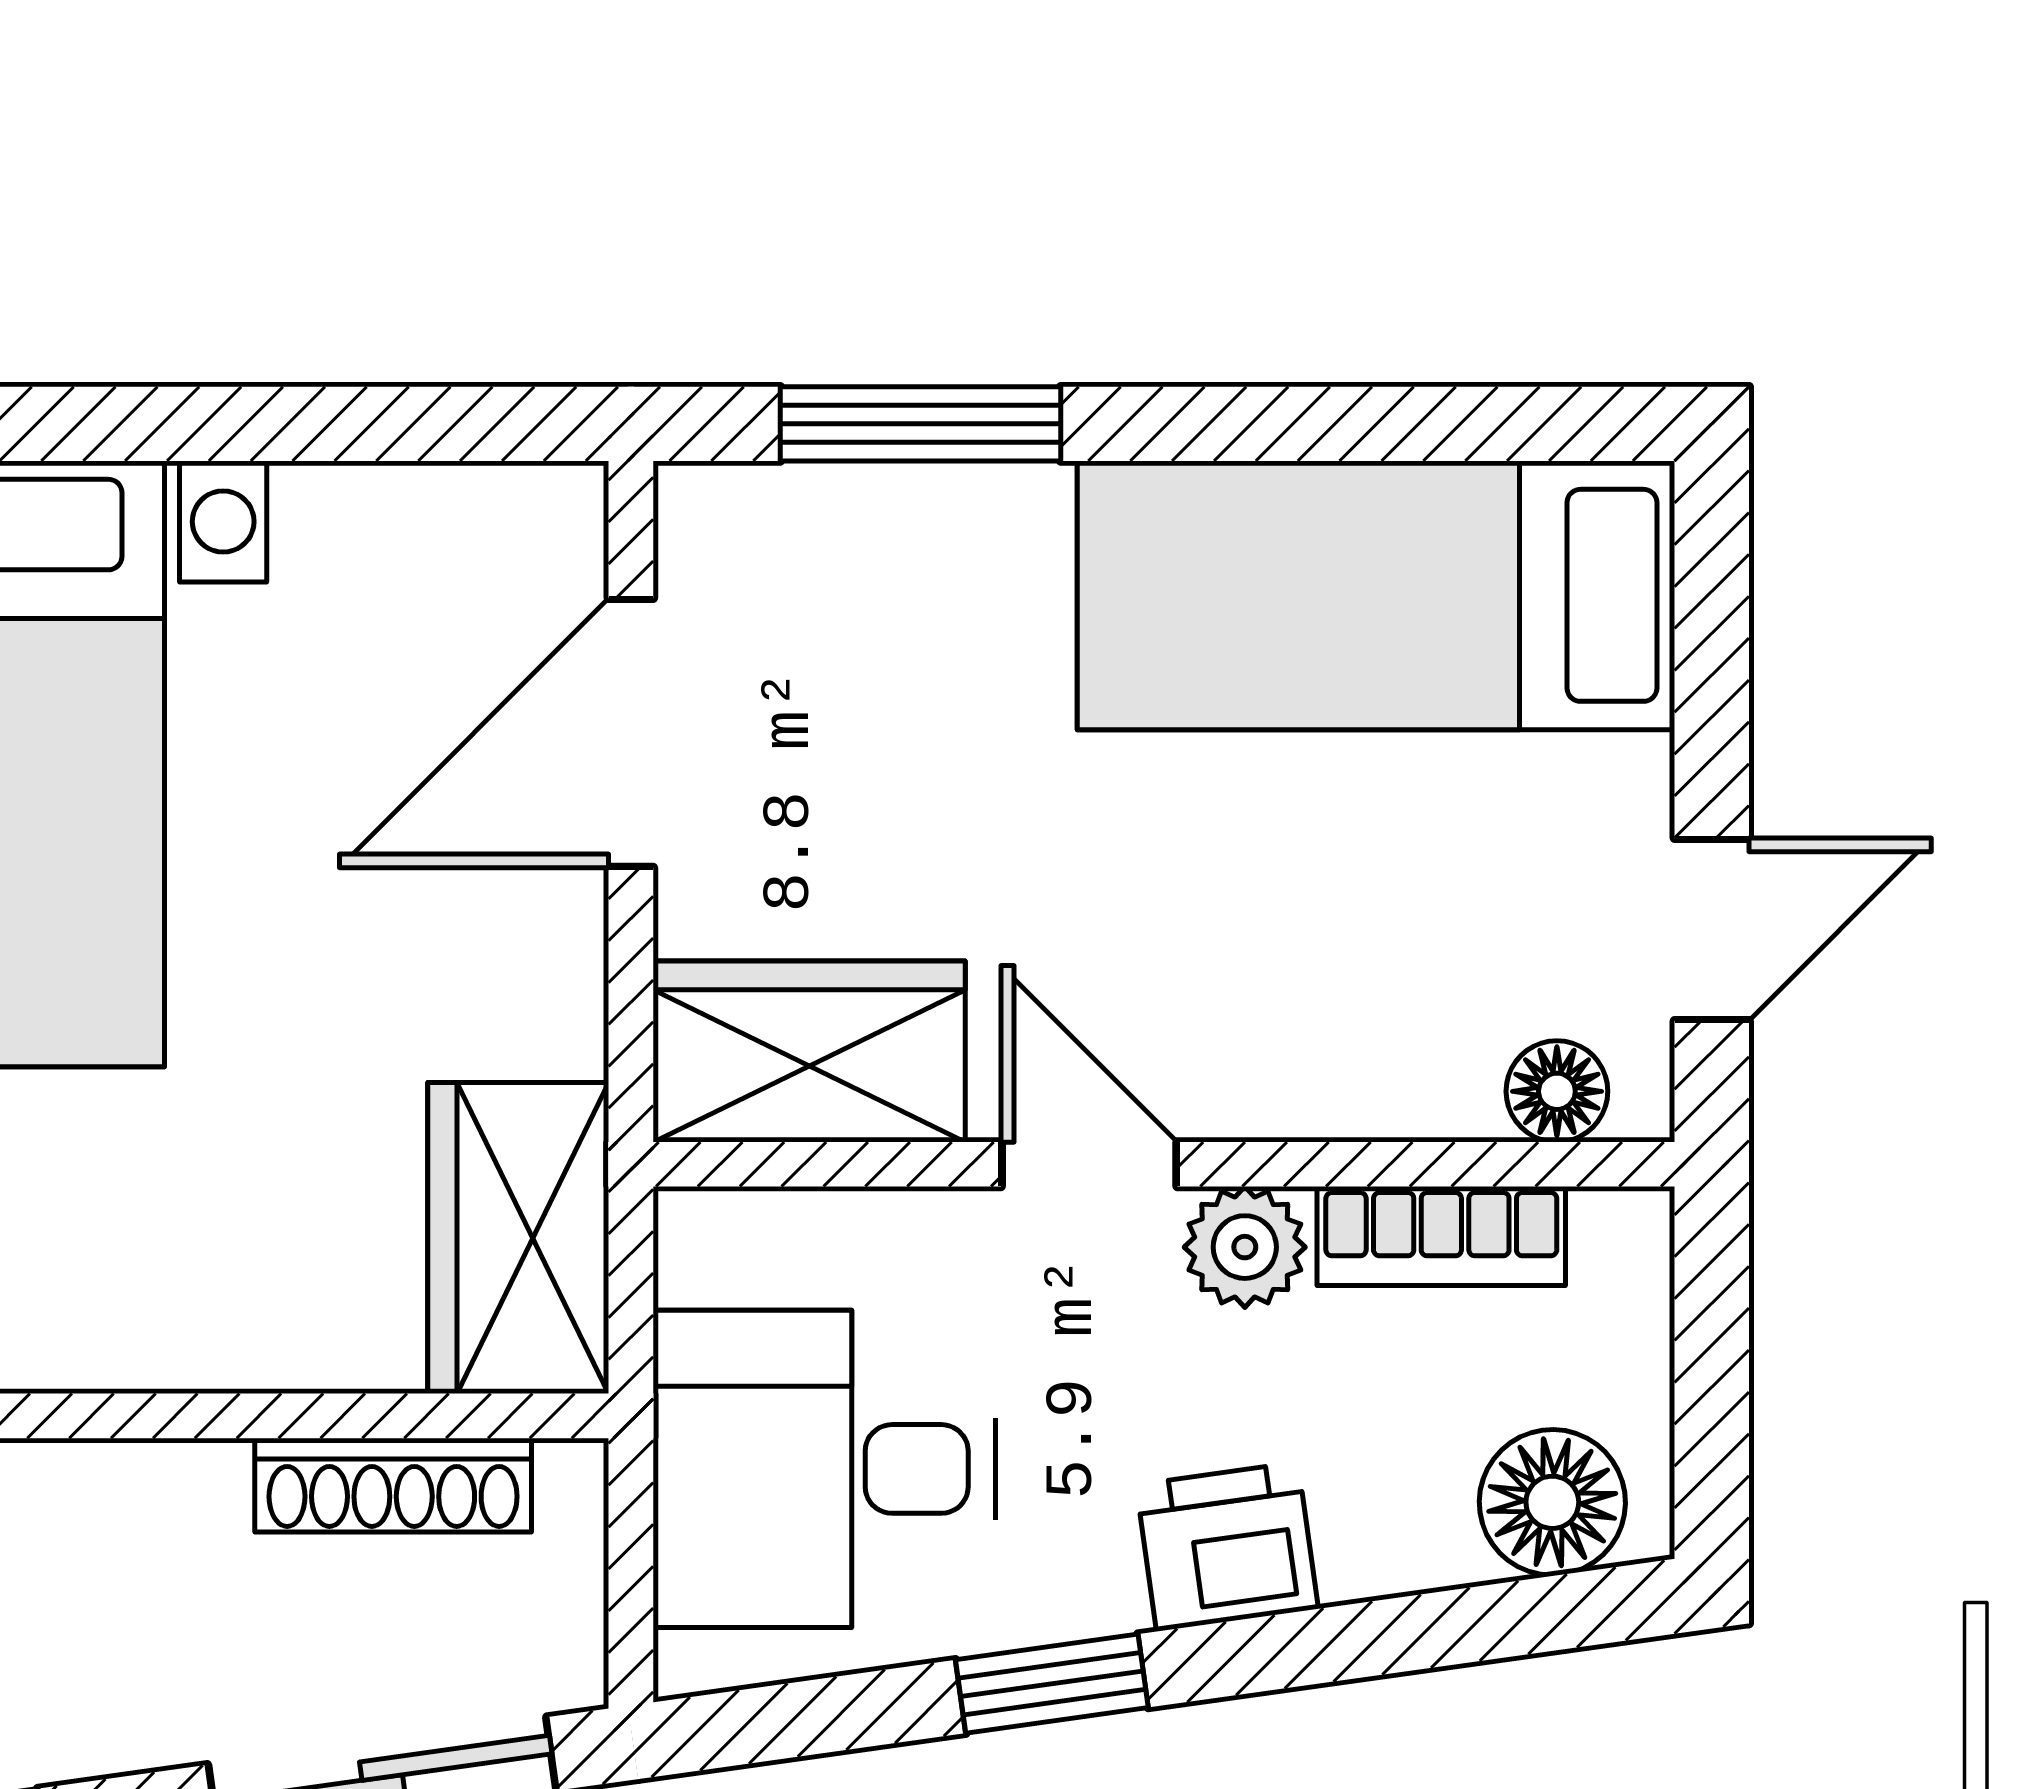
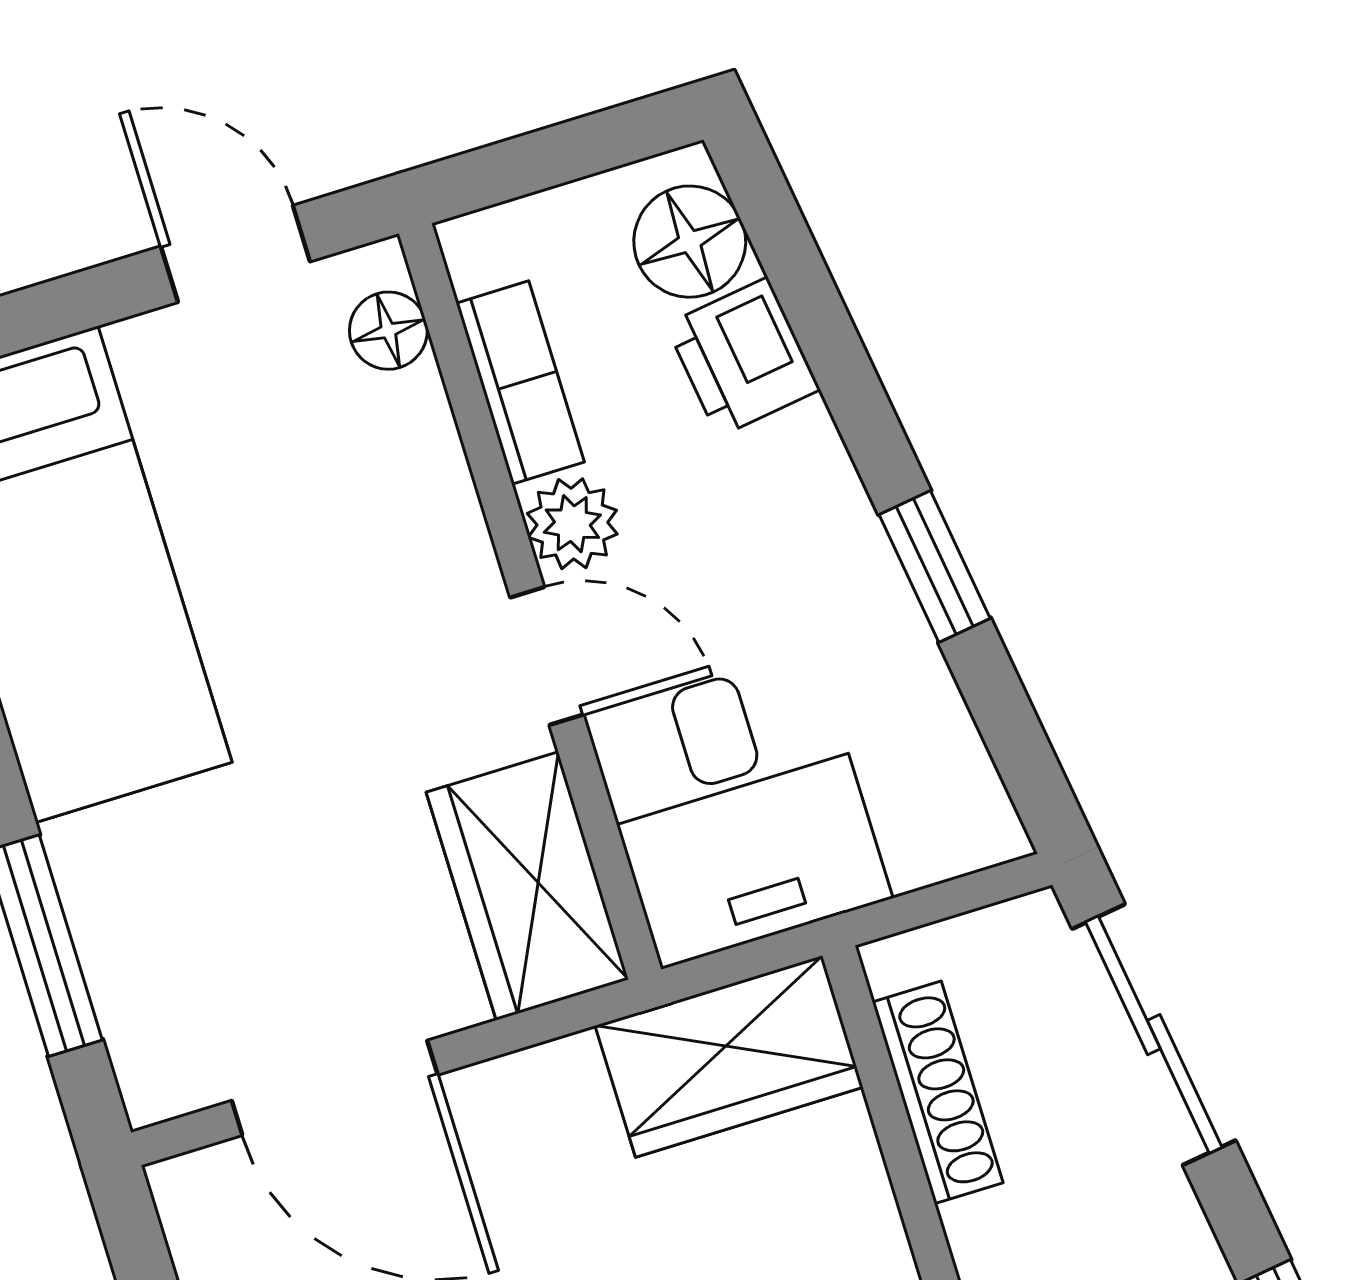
door: (1089, 1164) -> (547, 656), swing flipped
desk: (824, 1469) -> (739, 809), moved
printer: (1227, 1547) -> (743, 357), moved

